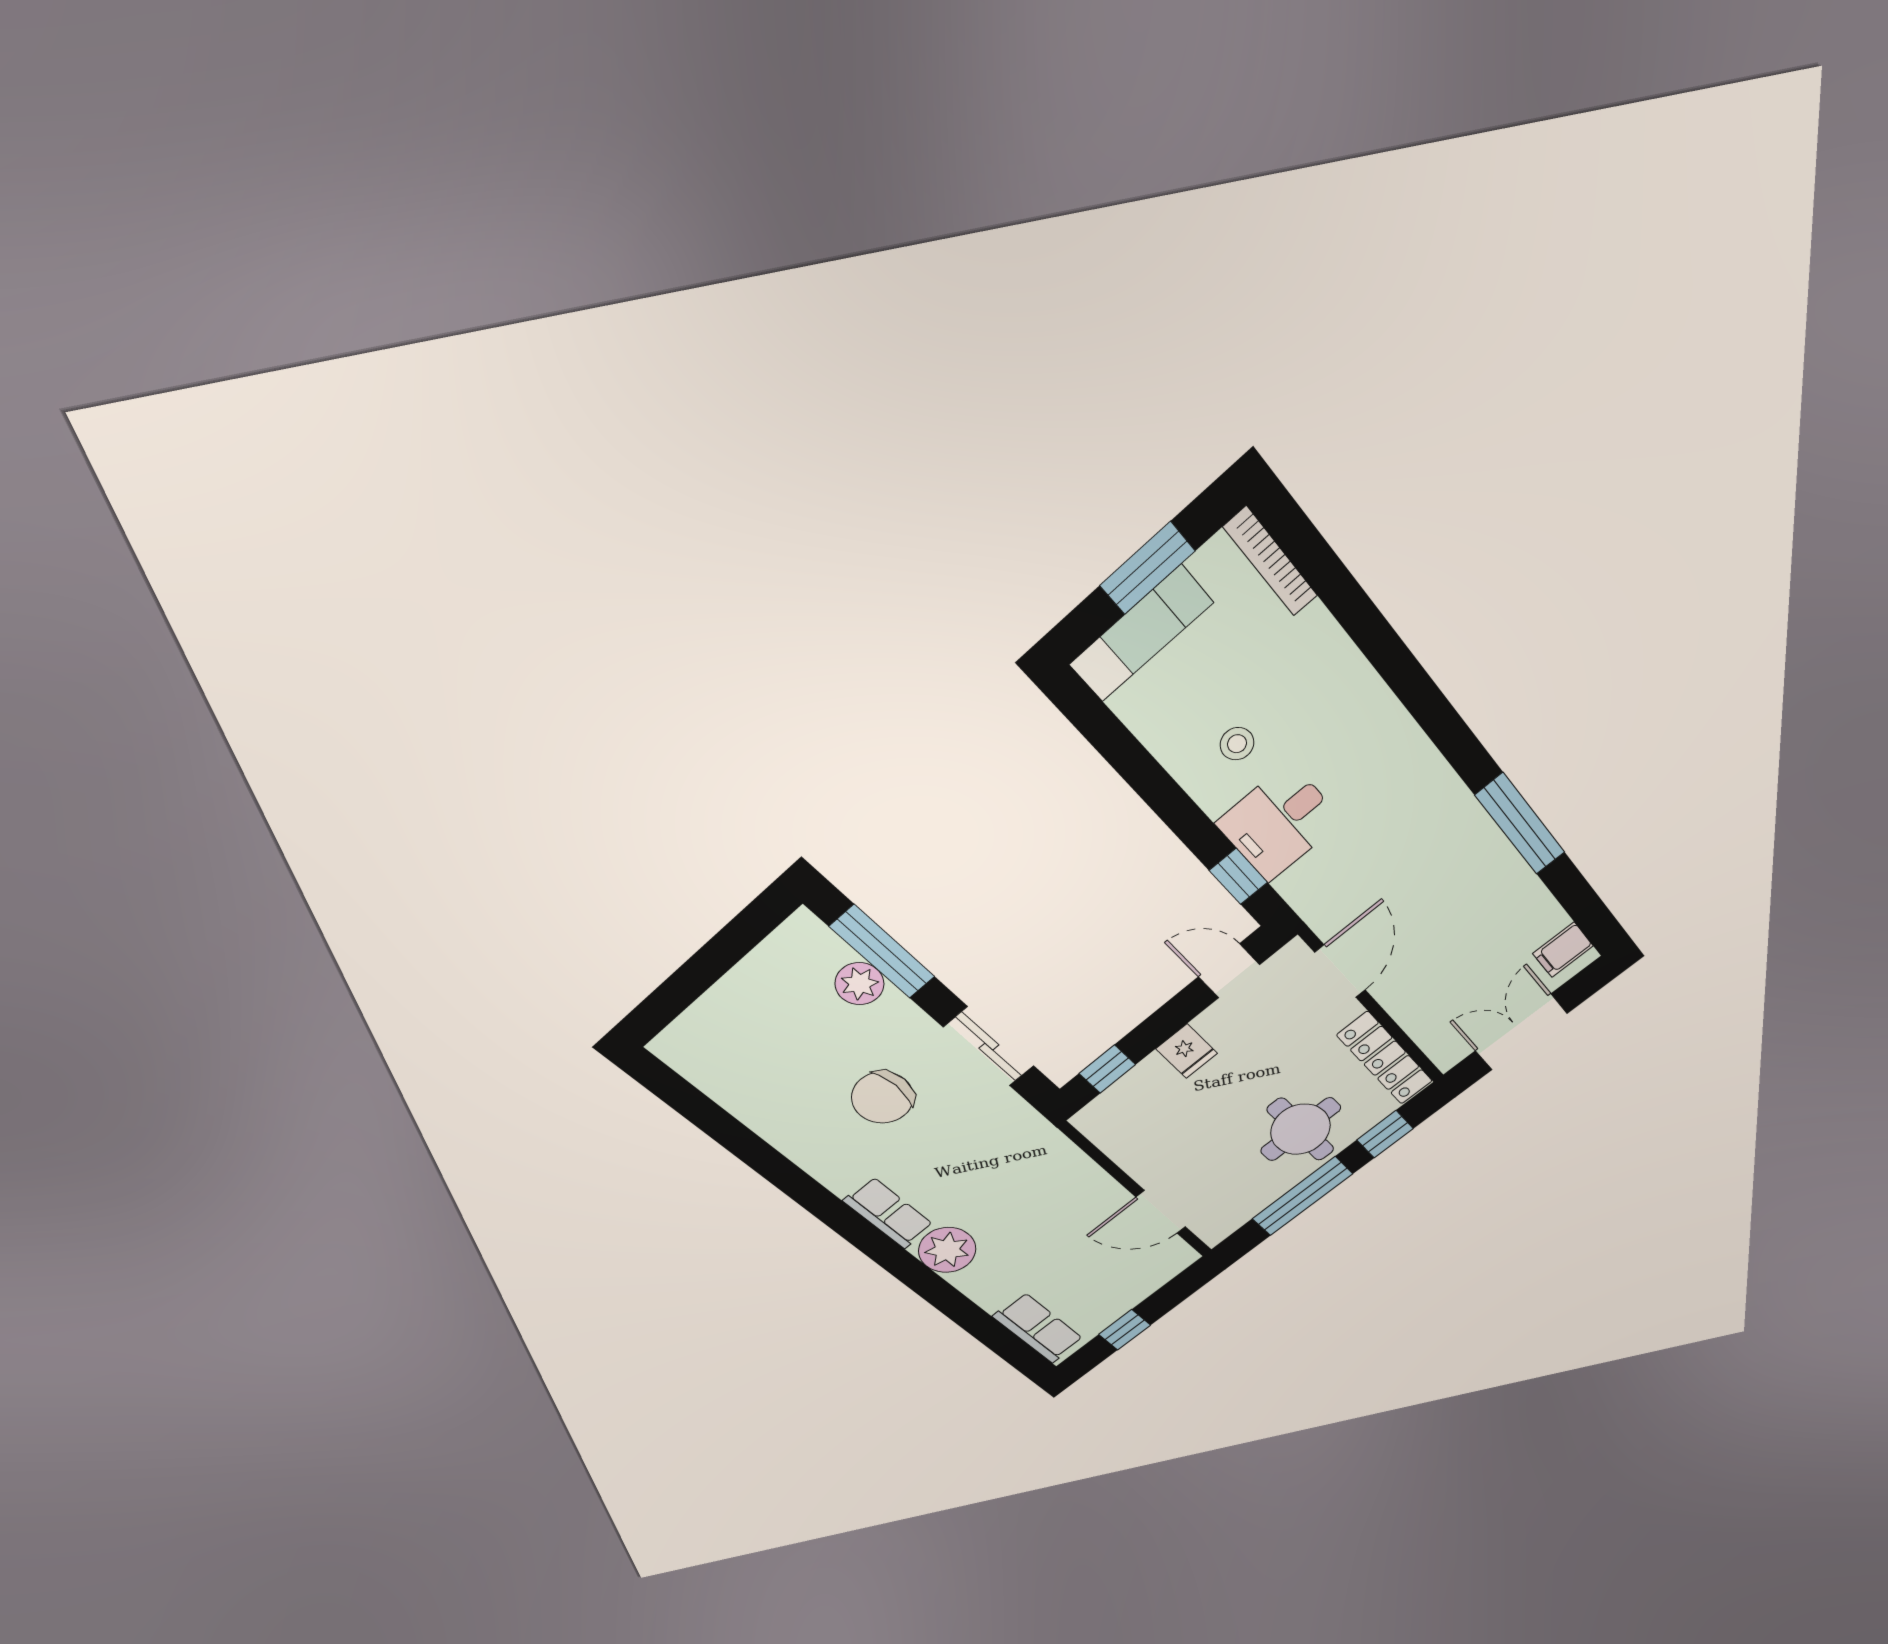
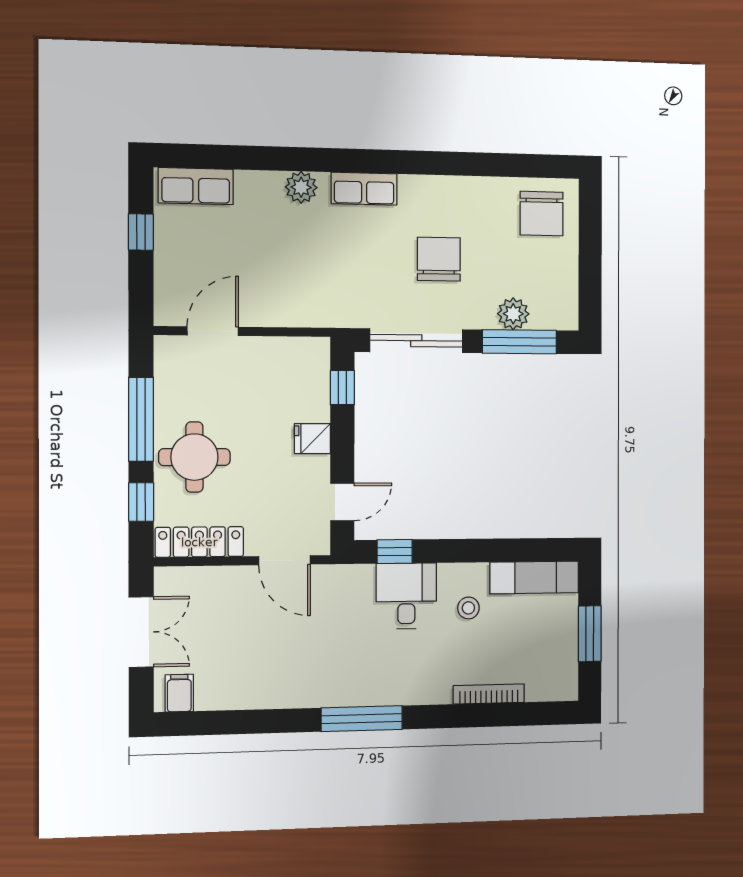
bookcase: (1271, 562) -> (489, 694), moved
exam couch: (1141, 634) -> (534, 577), moved, turned -90
window: (1520, 824) -> (362, 719), moved
sliding door: (989, 1047) -> (416, 341), width x1.37
chair: (723, 1049) -> (542, 214), added
plant: (947, 1250) -> (301, 187), width x0.73, depth x0.73

